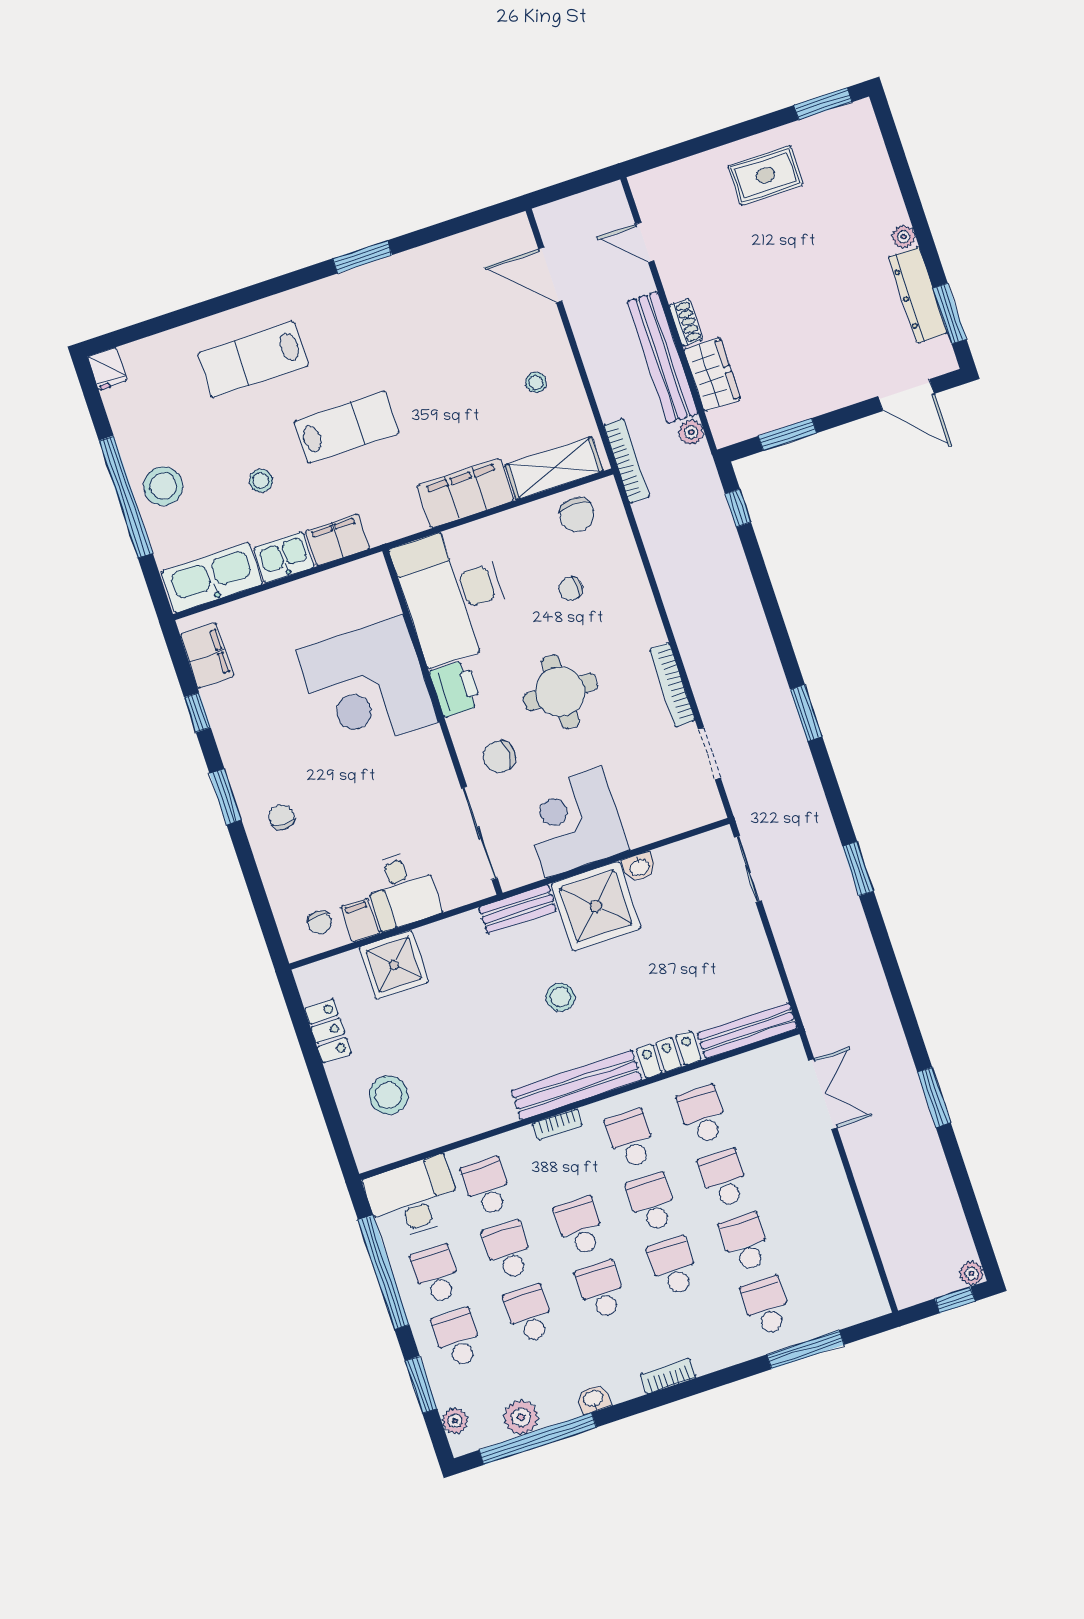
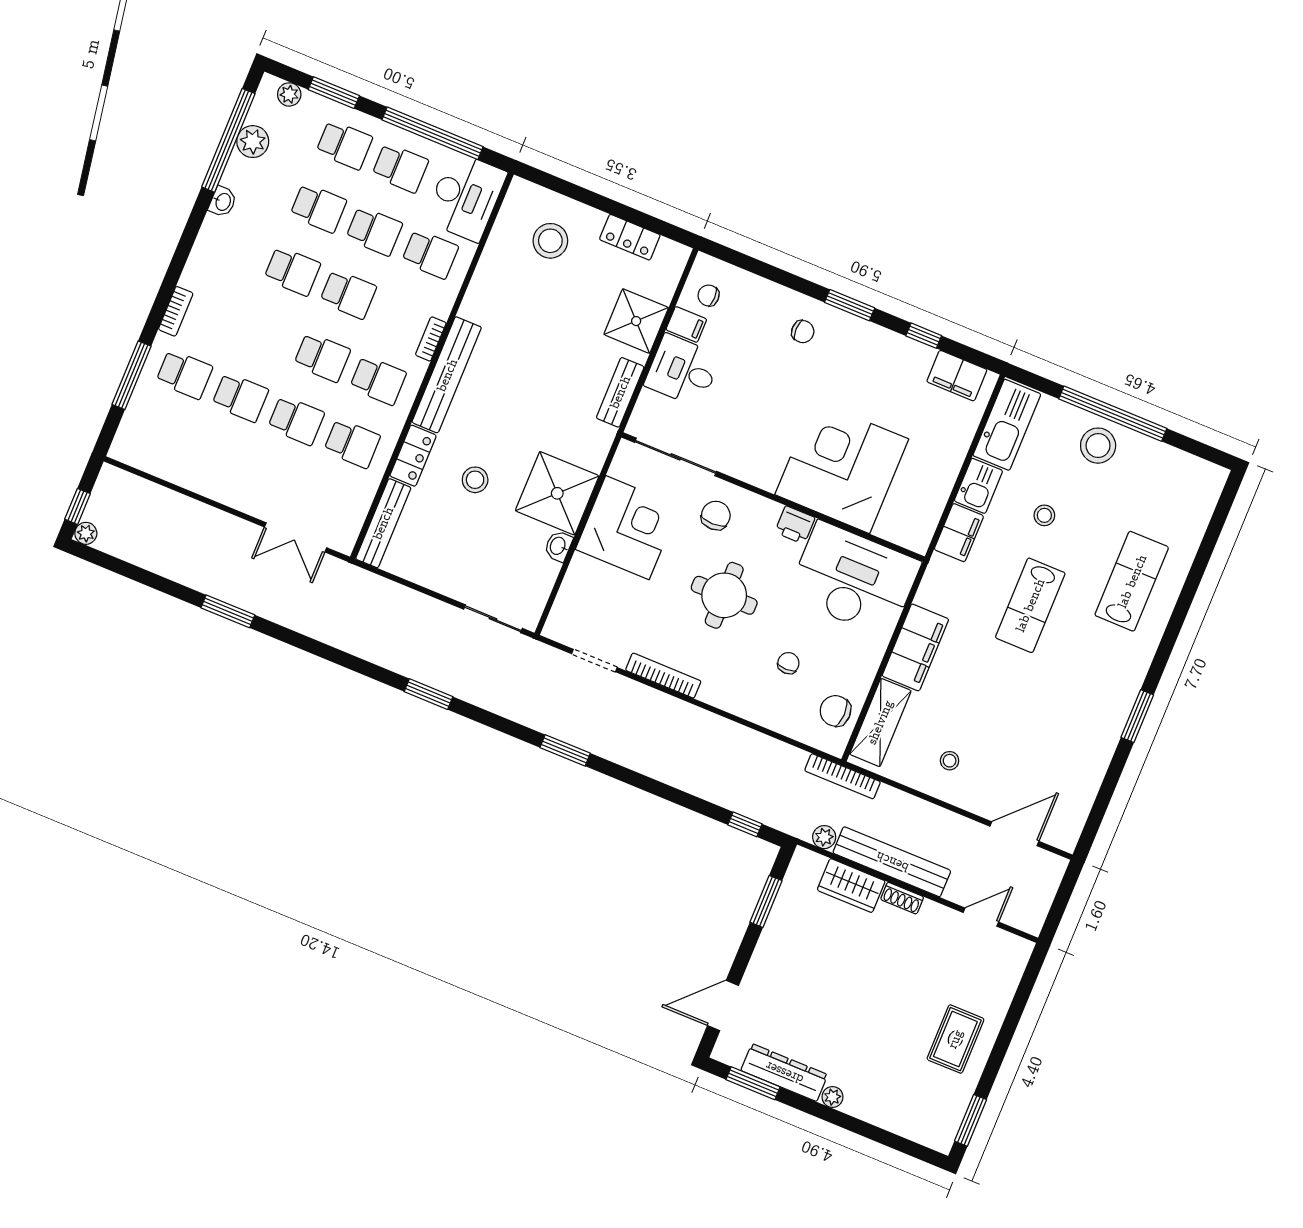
fridge: (107, 369) -> (1211, 476), removed
printer: (456, 688) -> (795, 525), width x0.73, depth x0.81
bench: (518, 909) -> (620, 392), moved
stool: (560, 997) -> (475, 480), moved
school desk: (673, 1266) -> (266, 334), removed
bookcase: (668, 1376) -> (176, 311), moved

